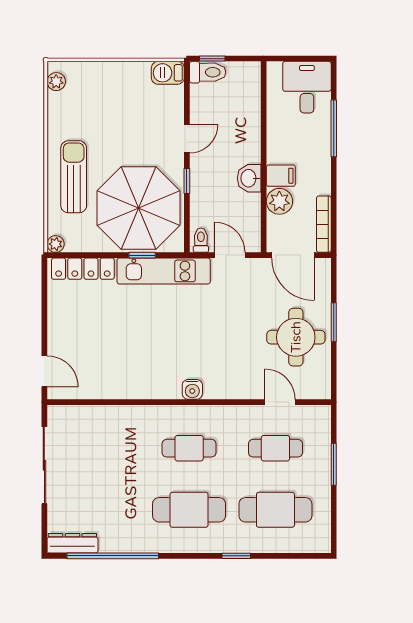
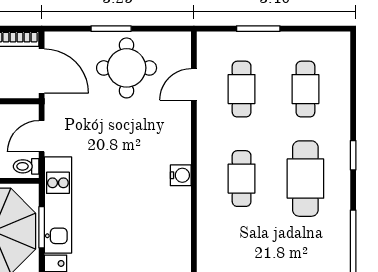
window: (142, 255) -> (42, 227), width x1.50
door: (293, 255) -> (42, 71), hinge flipped
cafe table: (275, 510) -> (305, 89), width x0.73, depth x0.74
window: (236, 556) -> (353, 155), moved

